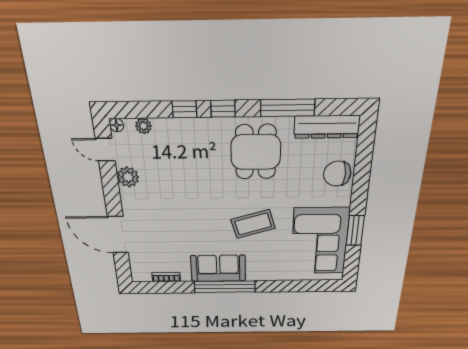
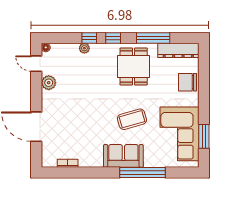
plant: (143, 126) -> (84, 48), moved
window: (355, 230) -> (204, 136), moved
sofa: (218, 268) -> (123, 156), moved
window: (225, 287) -> (142, 172), moved

